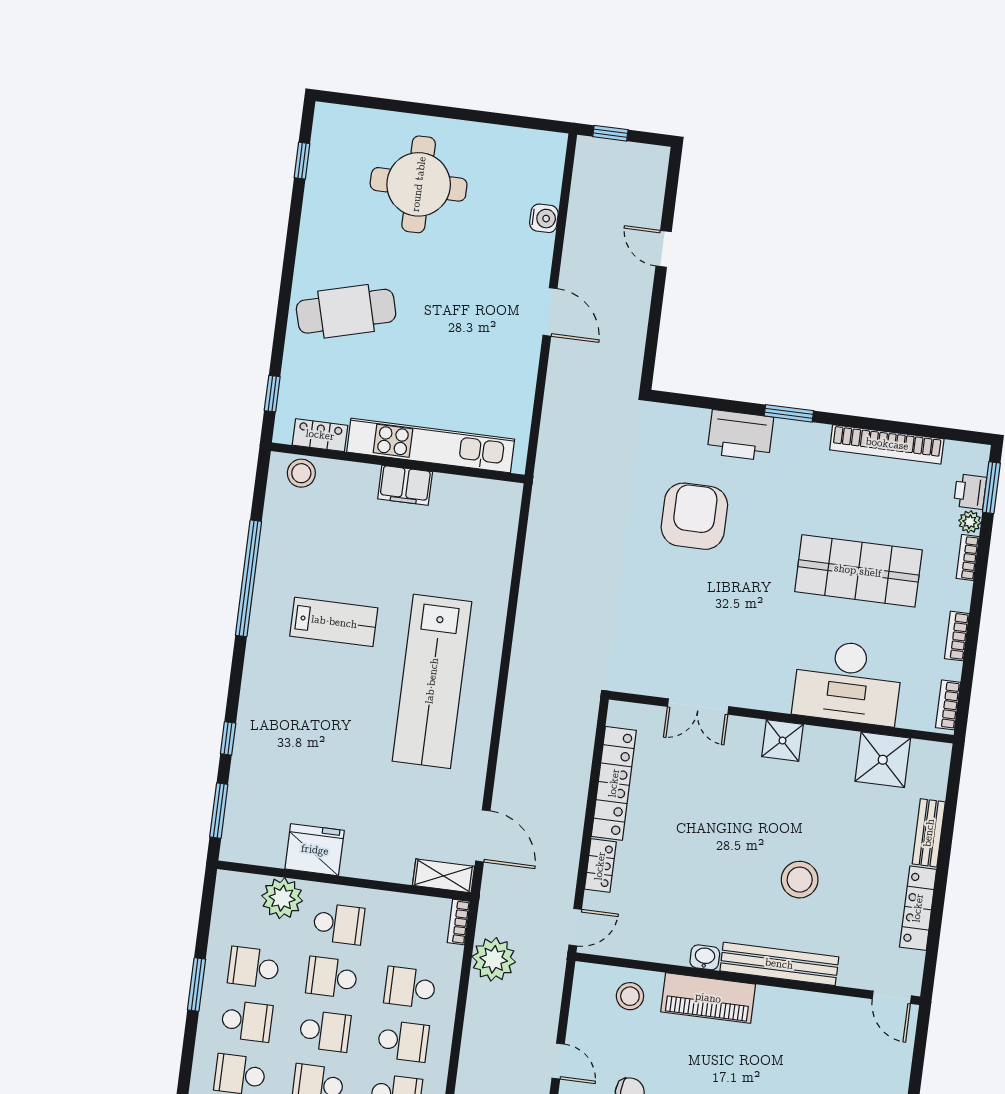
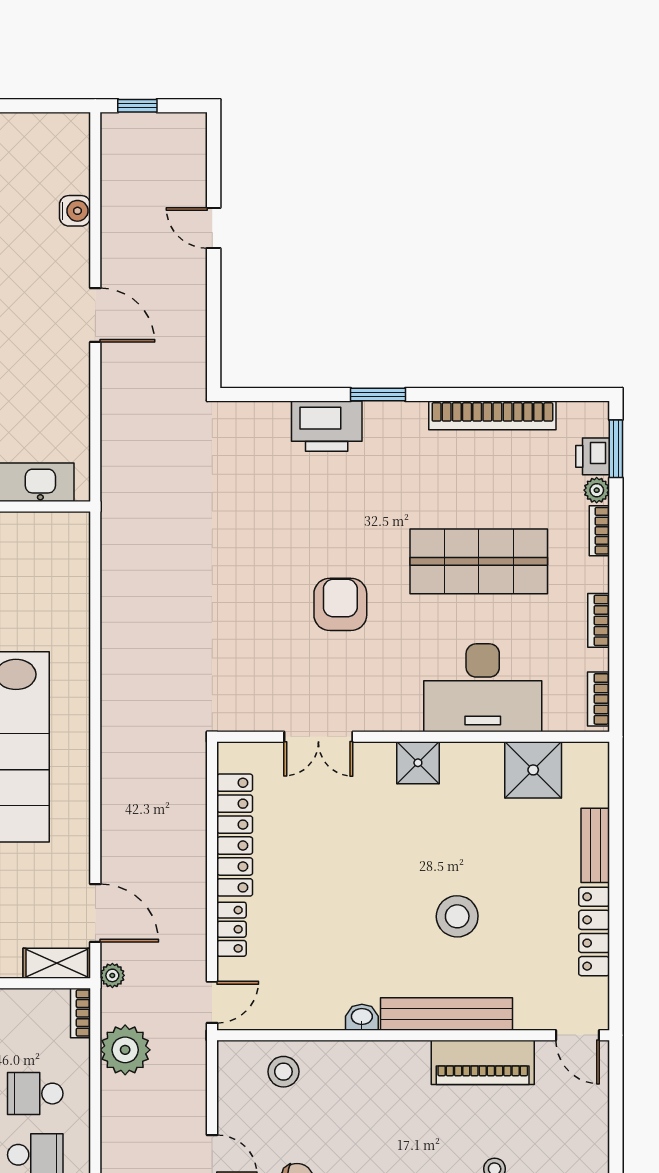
armchair: (694, 516) -> (340, 604), moved, width x0.73, depth x0.73
plant: (491, 893) -> (112, 975), added
piano: (708, 998) -> (483, 1062), moved

